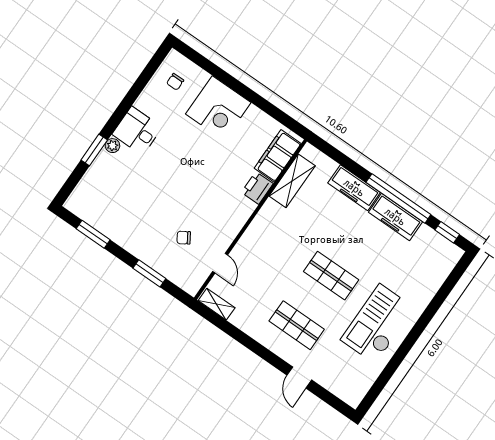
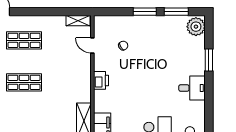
plant: (112, 146) -> (196, 27), moved, width x1.88, depth x1.88
printer: (257, 188) -> (101, 80), moved
window: (149, 273) -> (145, 12), moved

